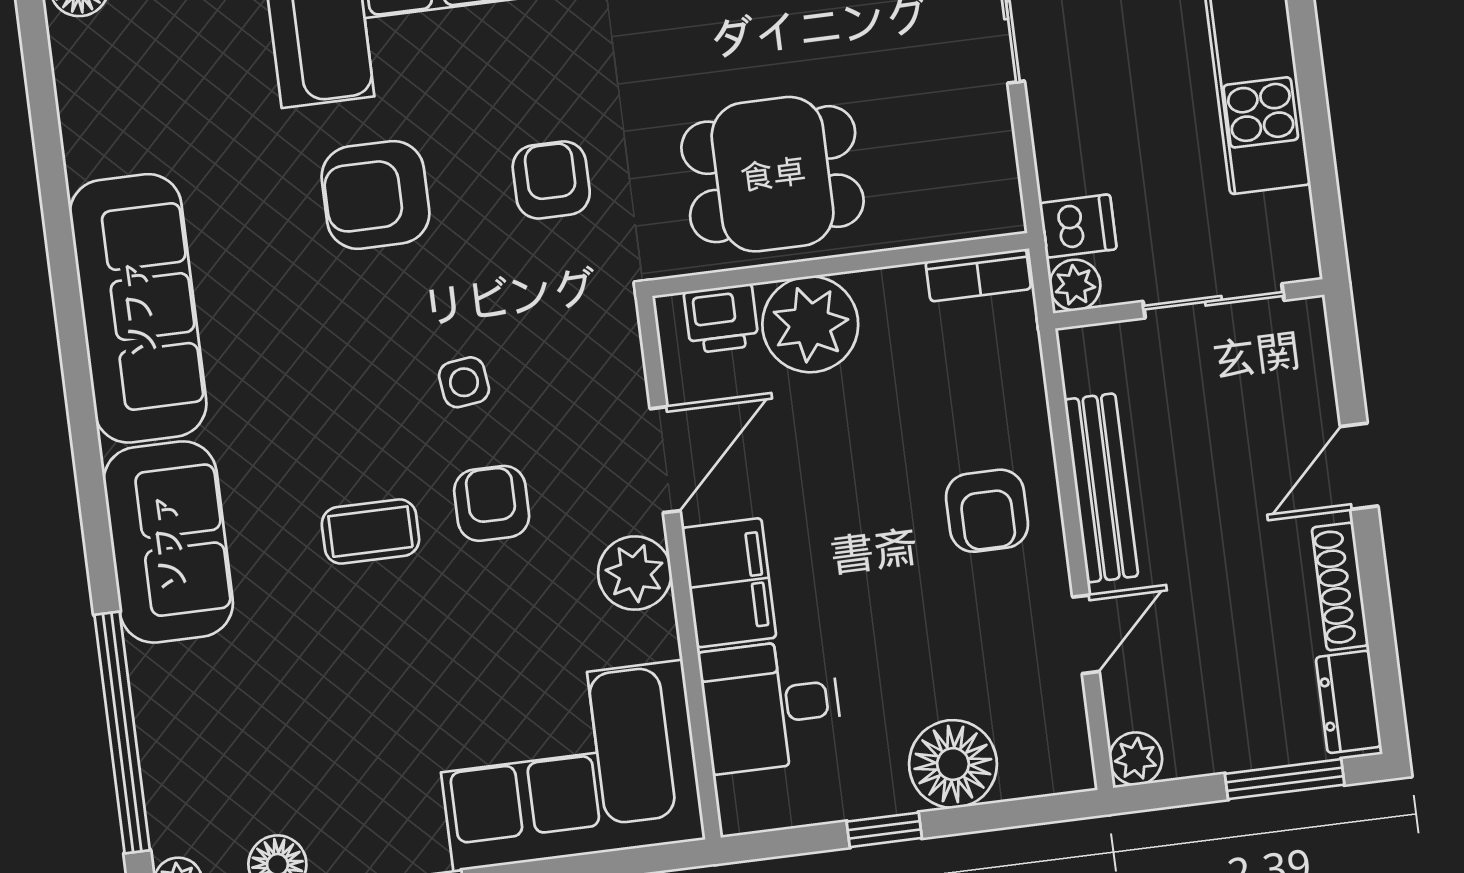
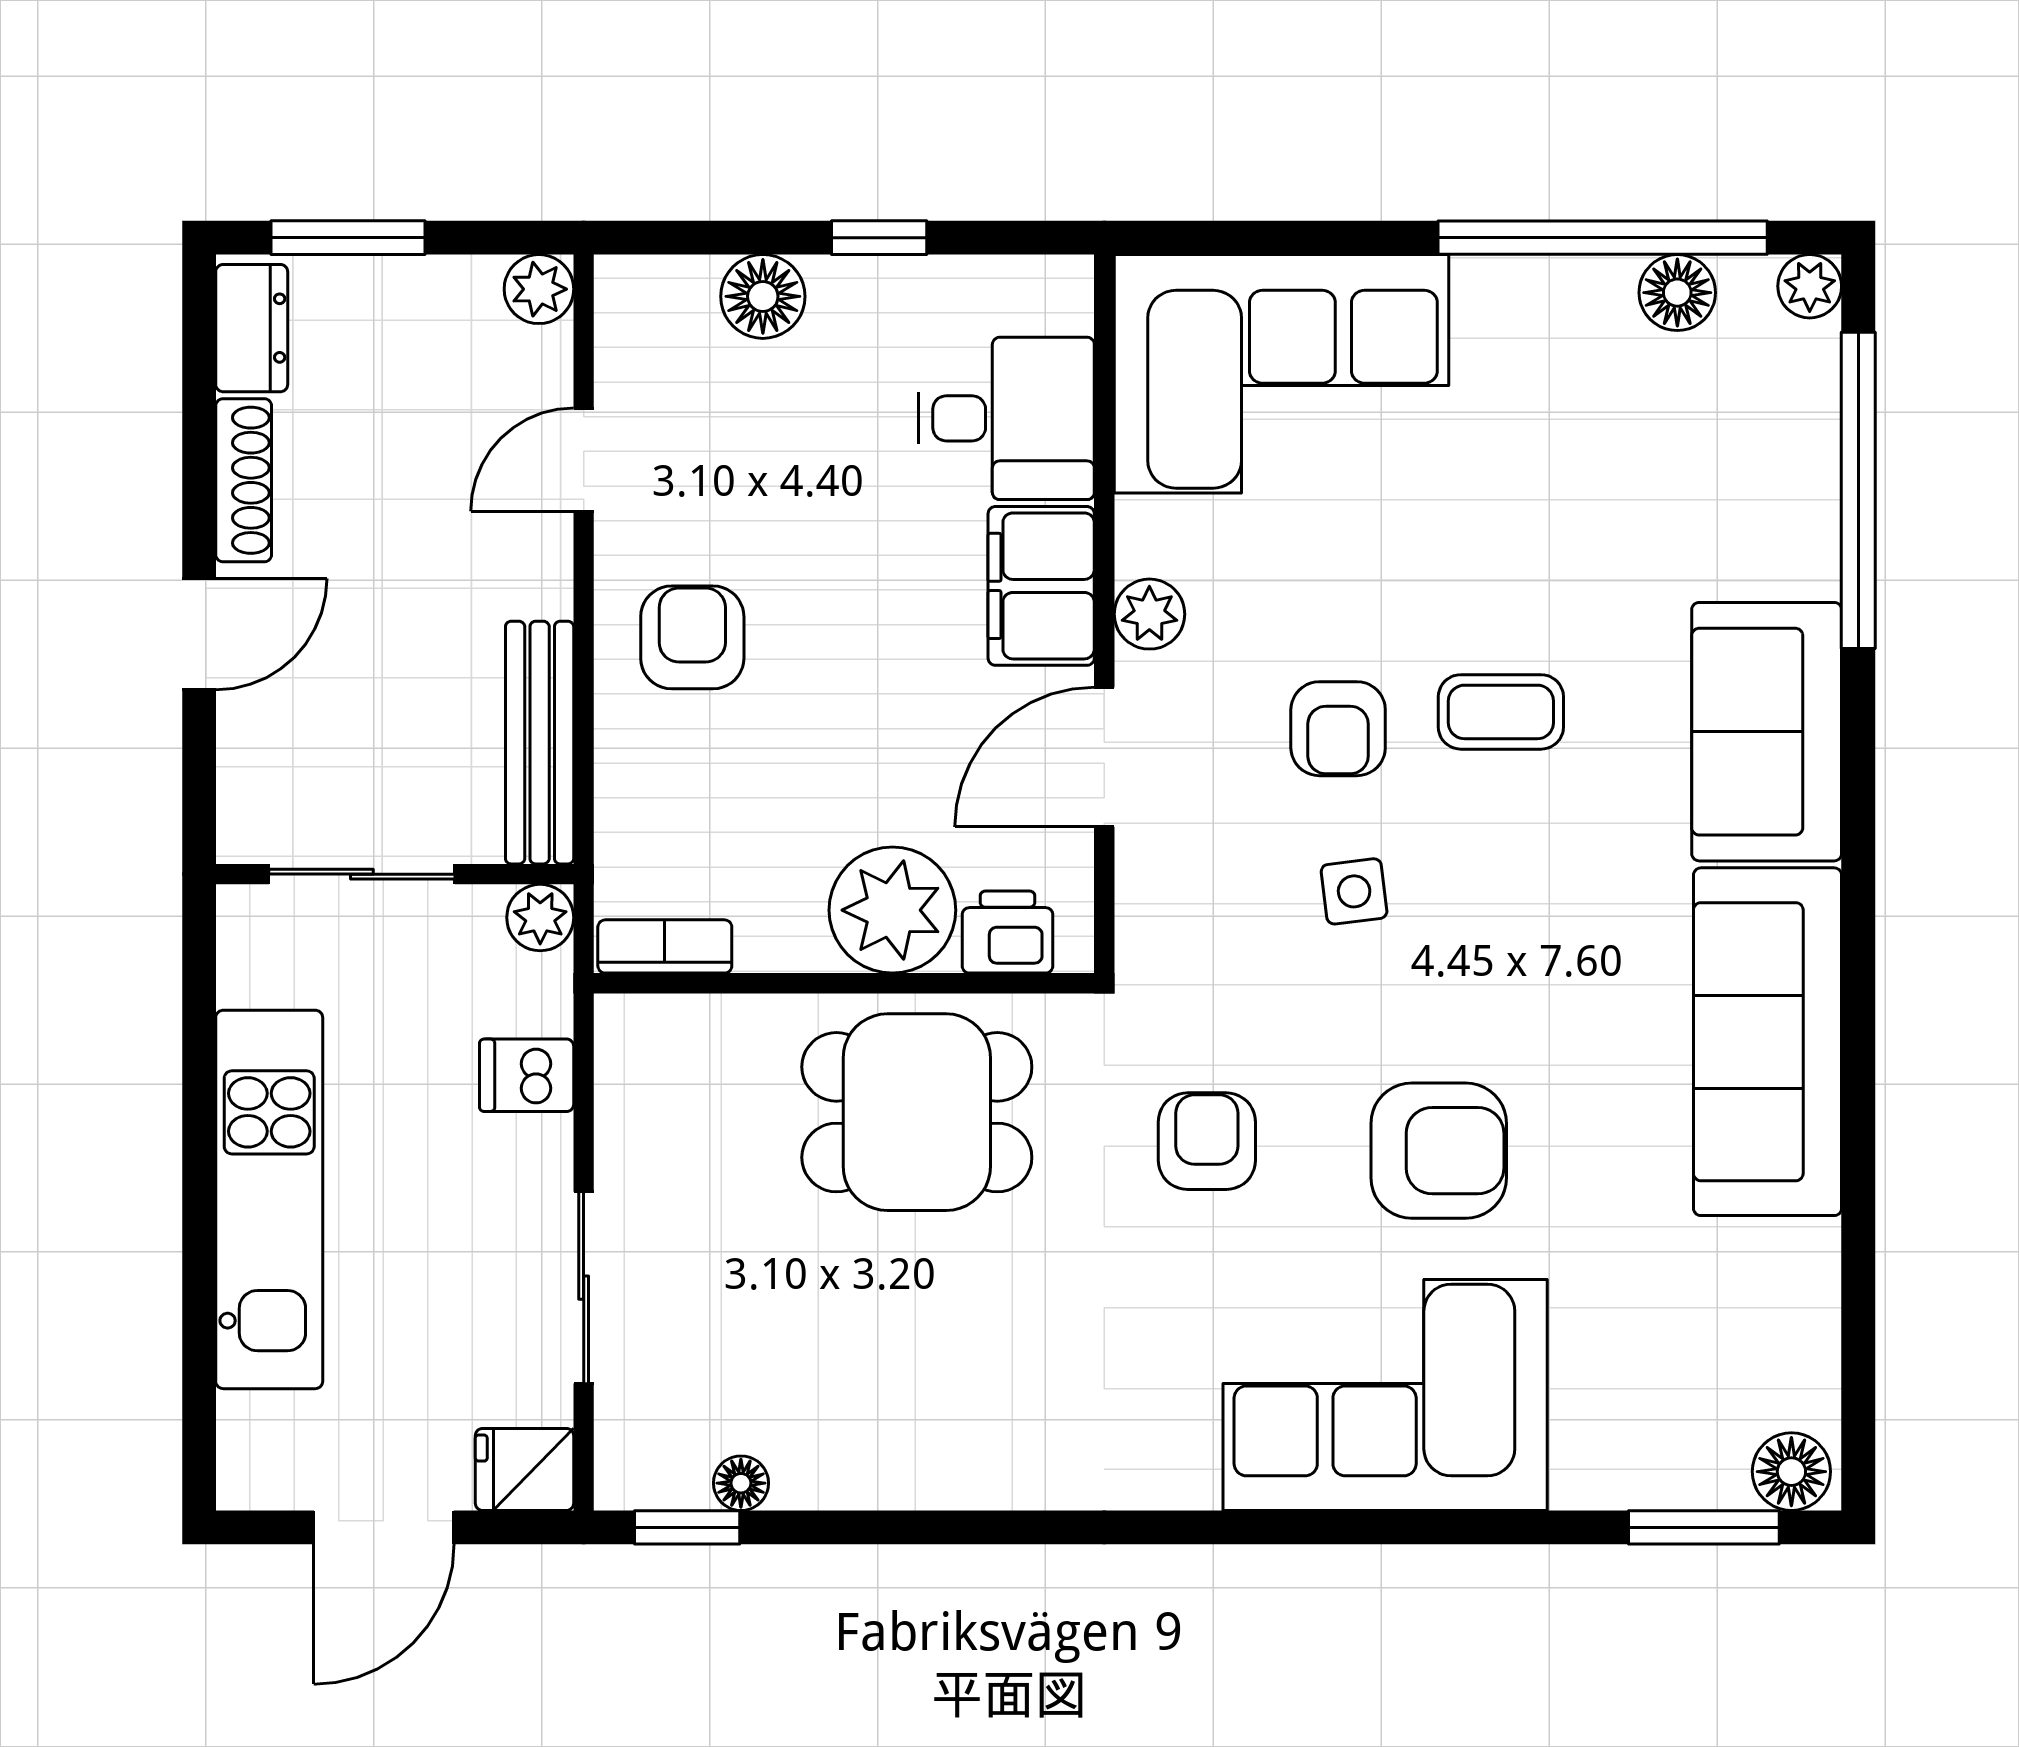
armchair: (551, 180) -> (1207, 1141), turned 180
dishwasher: (1078, 226) -> (527, 1075), moved
bench: (1101, 488) -> (540, 743), moved
plant: (635, 573) -> (1149, 614), width x0.73, depth x0.73
floor lamp: (953, 764) -> (763, 296), width x0.73, depth x0.73

